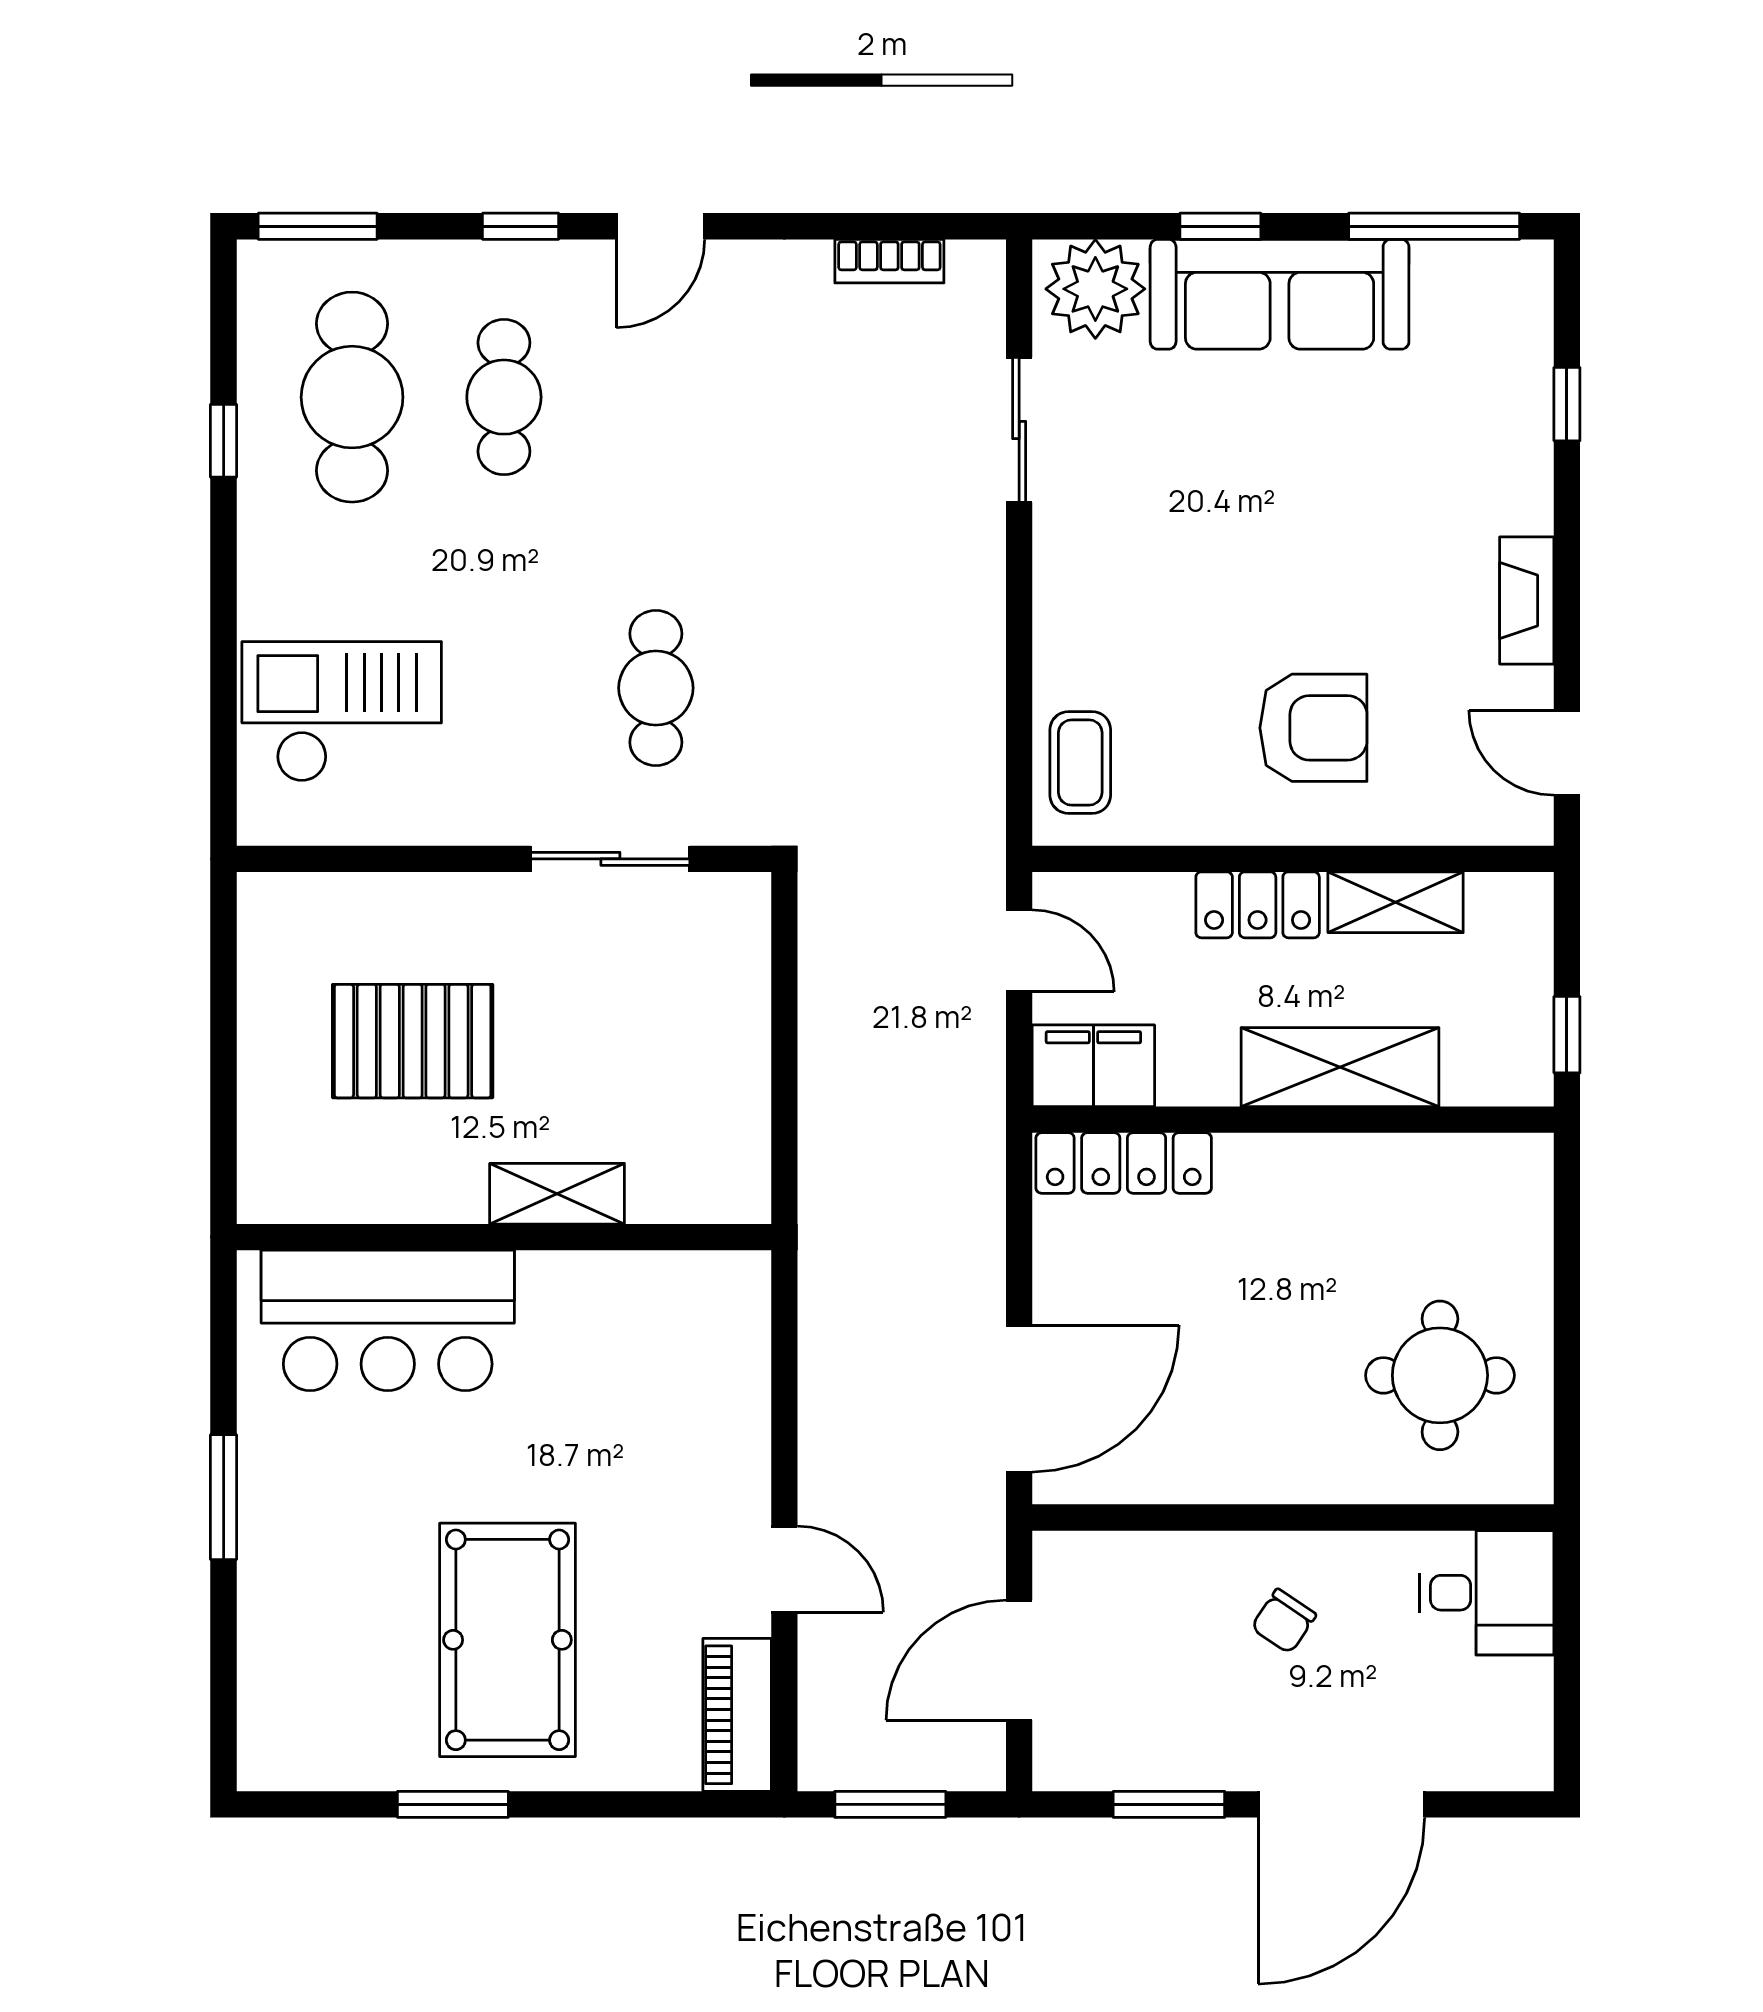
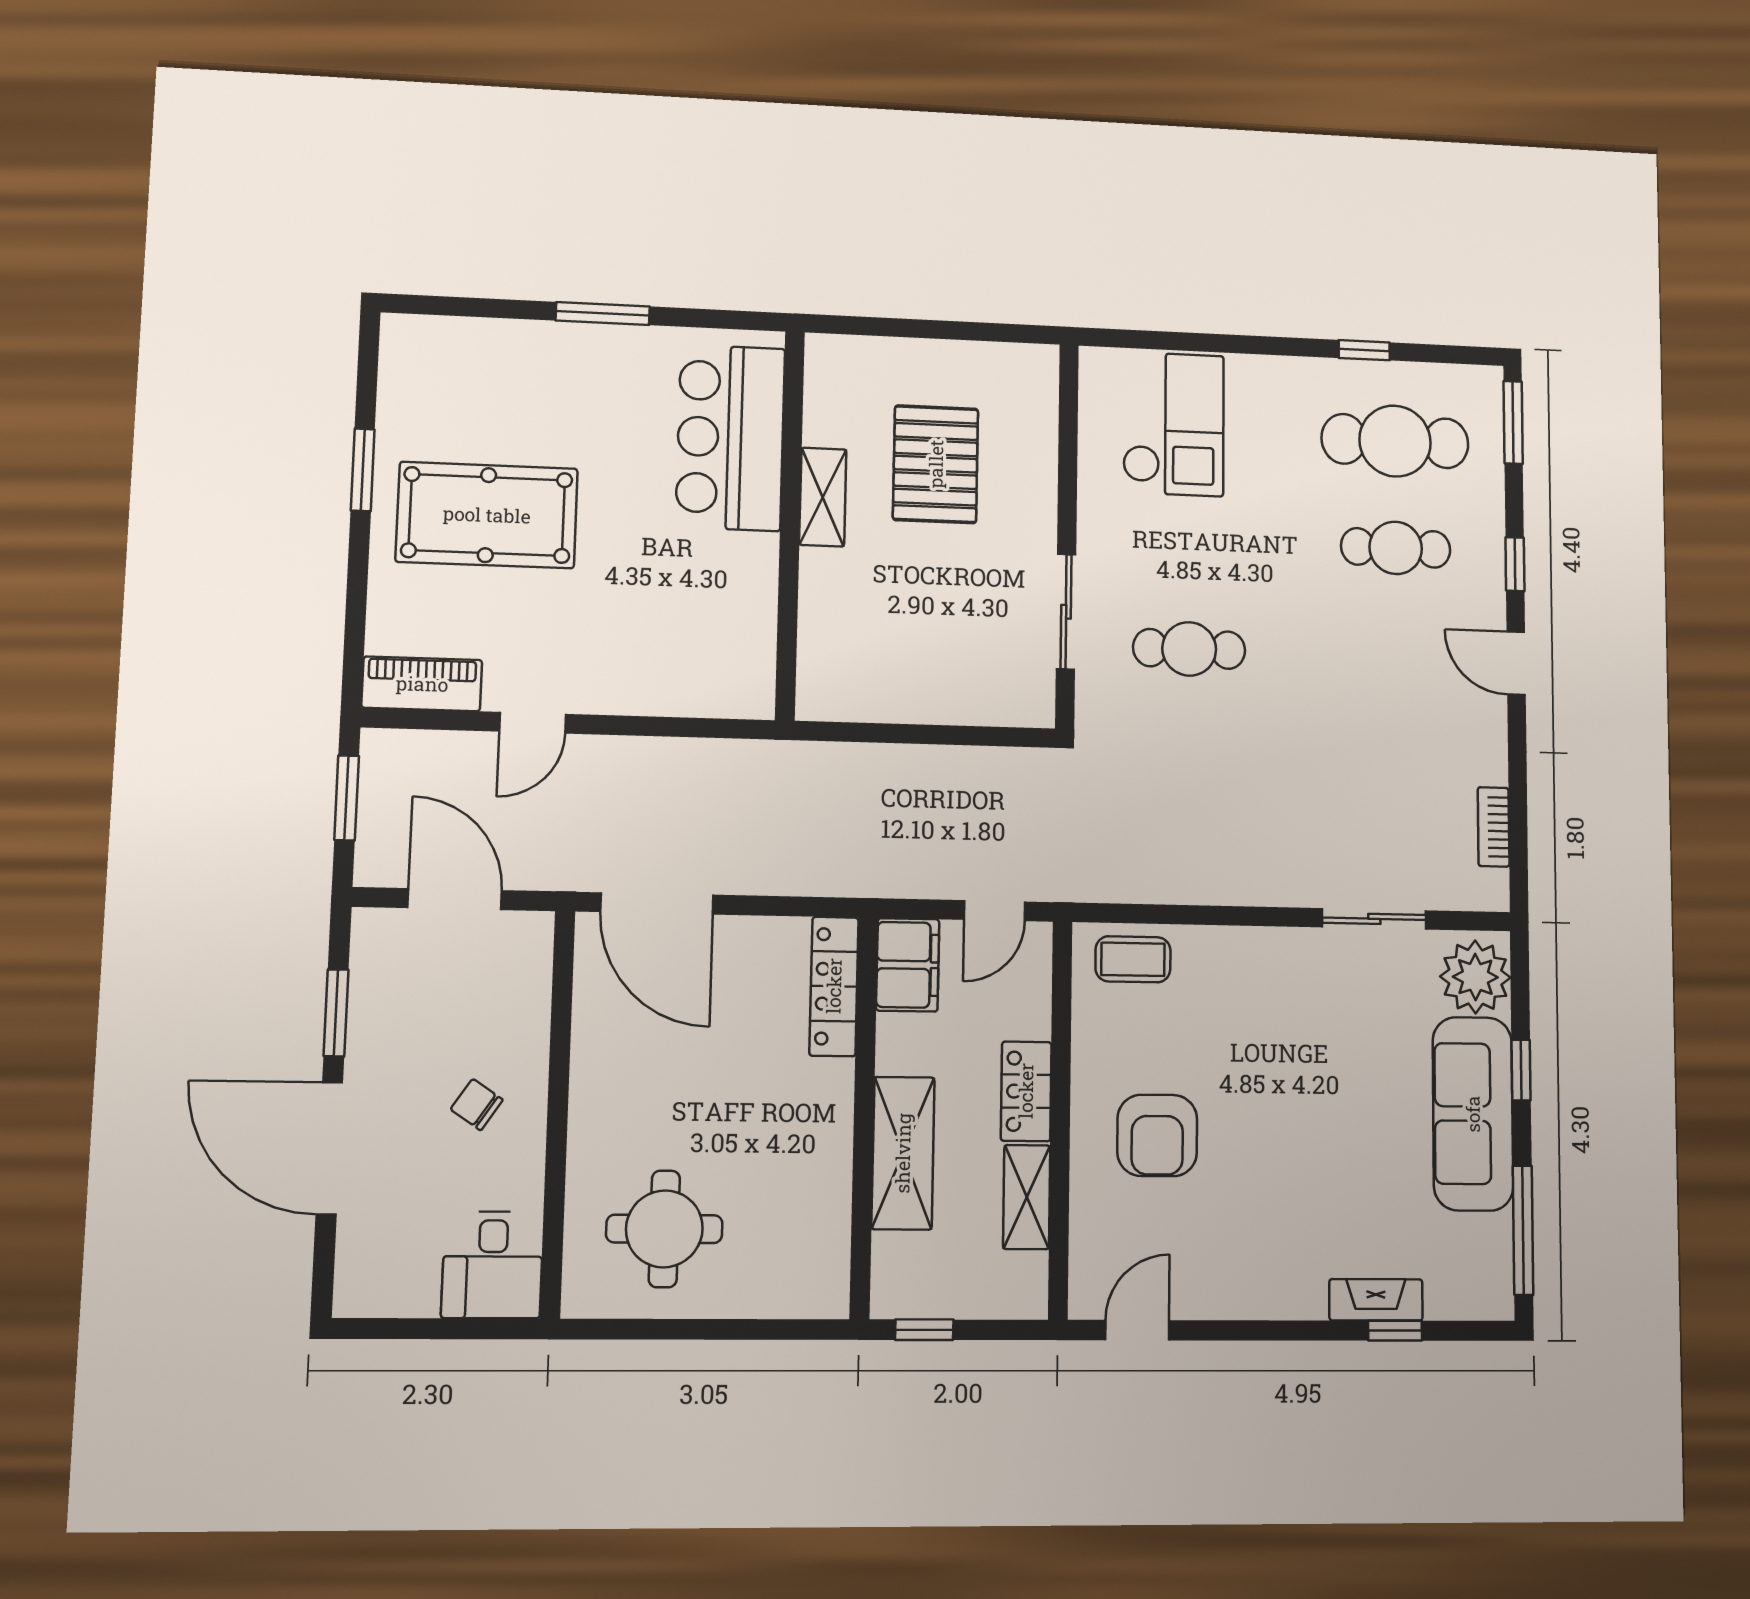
fireplace: (1527, 601) -> (1376, 1300), moved
shelving: (557, 1194) -> (823, 497), moved

